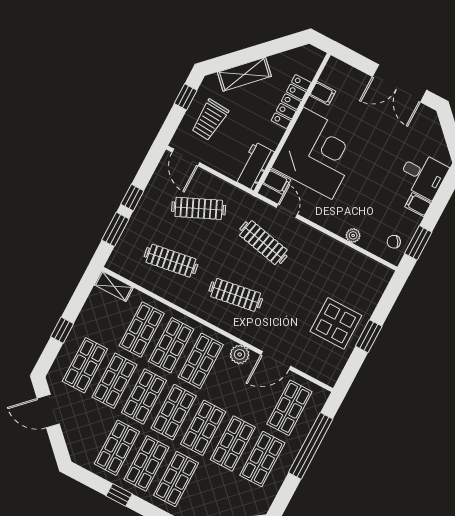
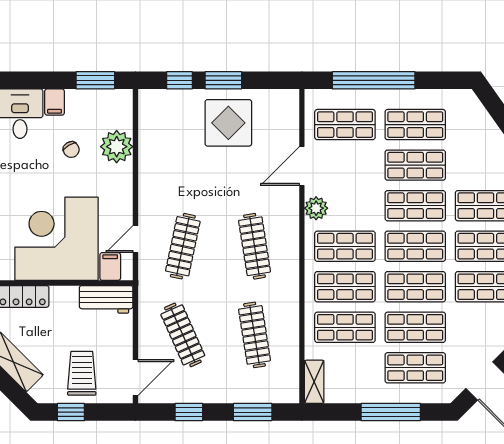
trolley: (210, 120) -> (82, 373), turned -94
window: (132, 198) -> (189, 412), moved
plant: (353, 235) -> (117, 147), width x1.88, depth x1.88
chair: (394, 242) -> (71, 150), moved
window: (386, 304) -> (179, 80), added
window: (62, 330) -> (391, 412), width x2.17
door: (276, 360) -> (302, 166), swing flipped

